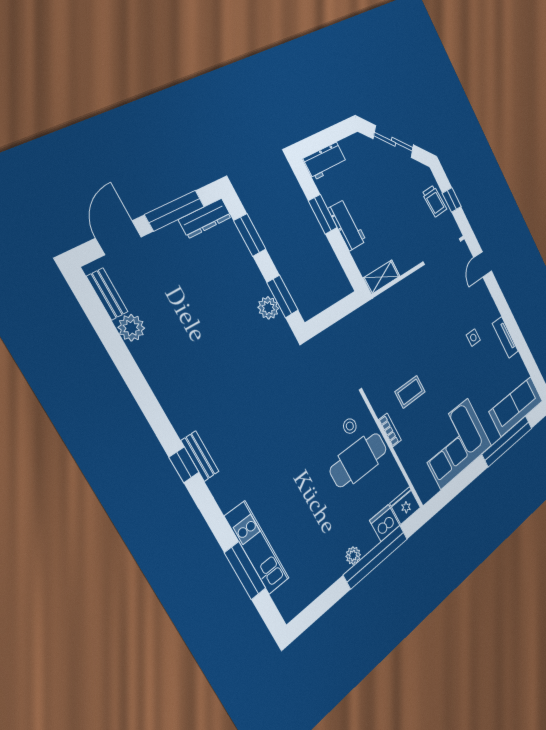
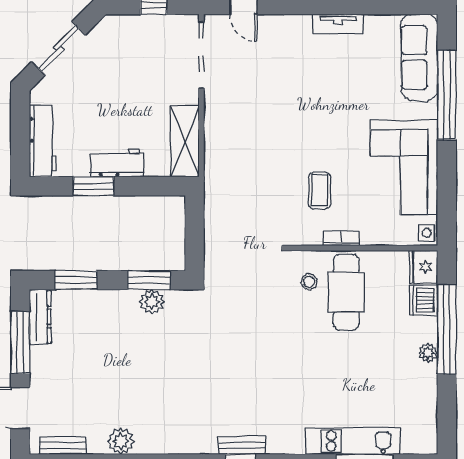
workbench: (325, 161) -> (43, 141), width x1.38
trolley: (434, 201) -> (144, 31), removed
shelving: (382, 277) -> (185, 141), width x1.50, depth x1.33
plant: (131, 328) -> (121, 441), moved
side table: (473, 338) -> (427, 233), moved

